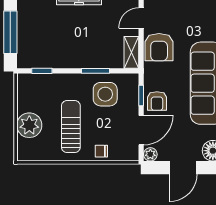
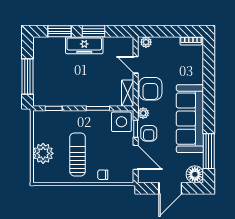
door: (141, 18) -> (136, 65), hinge flipped
side table: (105, 94) -> (121, 122), moved
door: (141, 130) -> (136, 157), hinge flipped
plant: (150, 154) -> (143, 113), moved

